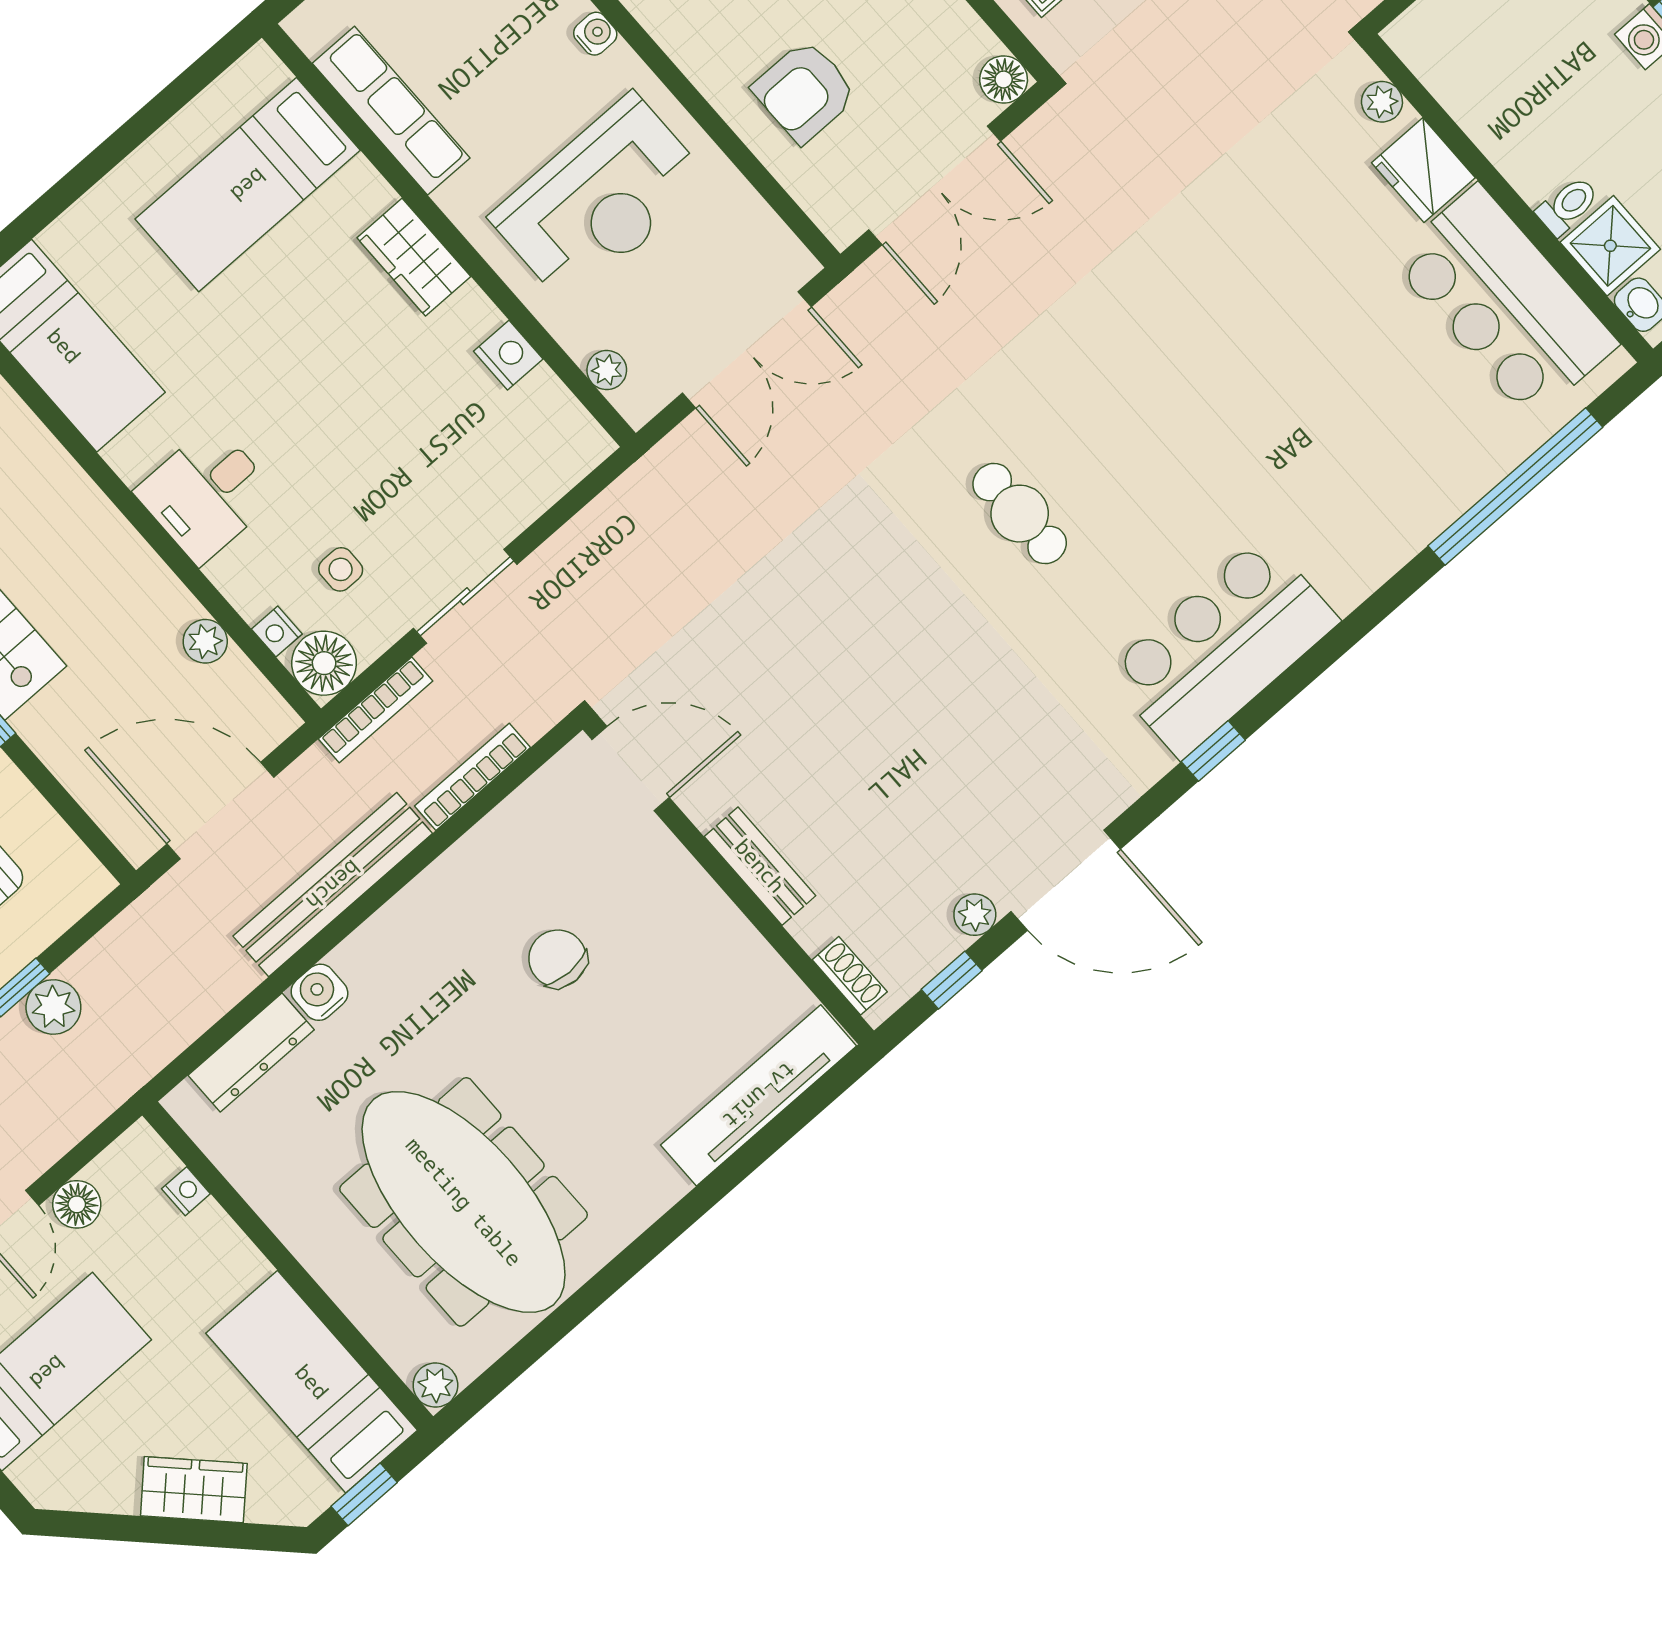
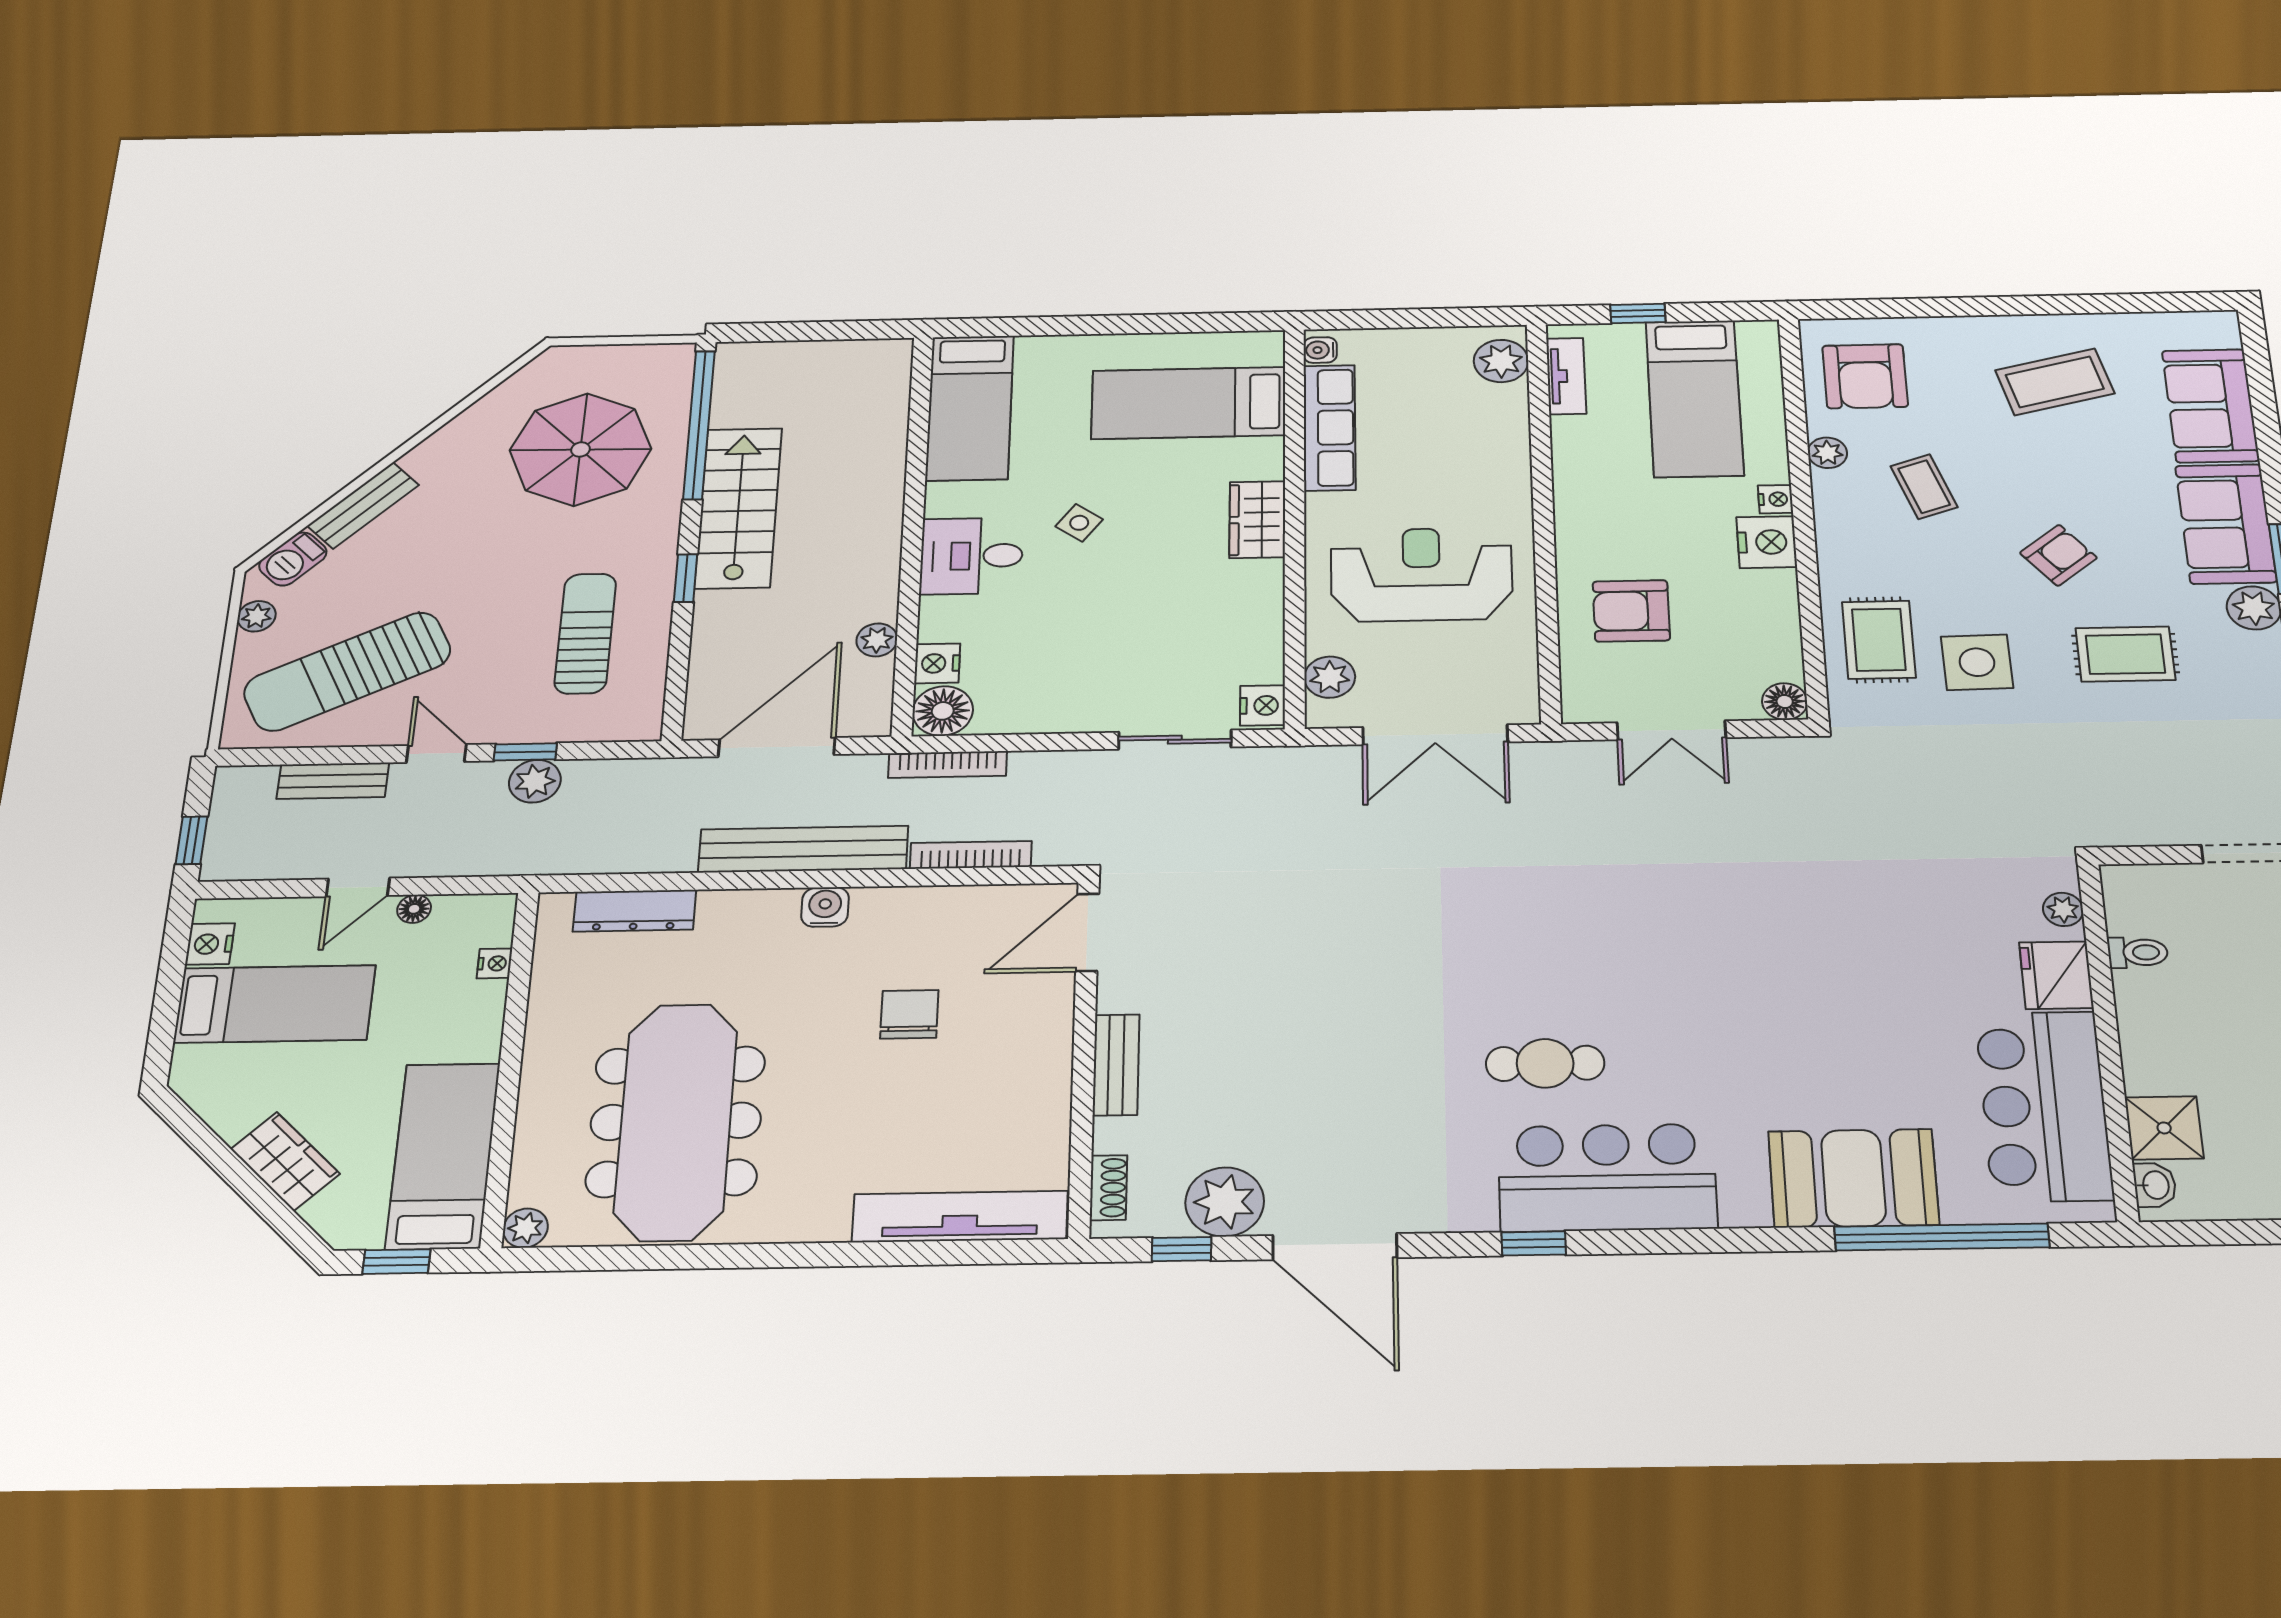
water cooler: (595, 34) -> (1320, 350), moved, turned 180
double door: (935, 185) -> (1671, 730), width x0.73
reception desk: (600, 199) -> (1421, 574), turned 180
toilet: (1568, 206) -> (2138, 952), moved
nightstand: (508, 355) -> (1263, 705), moved
plant: (607, 370) -> (1330, 677), width x1.38, depth x1.38
booth: (1409, 490) -> (1853, 1178), added
cafe table: (1020, 514) -> (1545, 1063), moved, turned 90
side table: (341, 569) -> (1079, 523), moved, turned 36
sliding door: (465, 596) -> (1175, 740), moved
nightstand: (277, 631) -> (937, 663), width x1.39, depth x1.35
door: (631, 769) -> (1087, 932), swing flipped
door: (220, 811) -> (777, 747), hinge flipped
plant: (975, 915) -> (1225, 1202), width x1.88, depth x1.88
water cooler: (319, 992) -> (825, 907), moved
floor lamp: (77, 1204) -> (414, 909), width x0.73, depth x0.73

